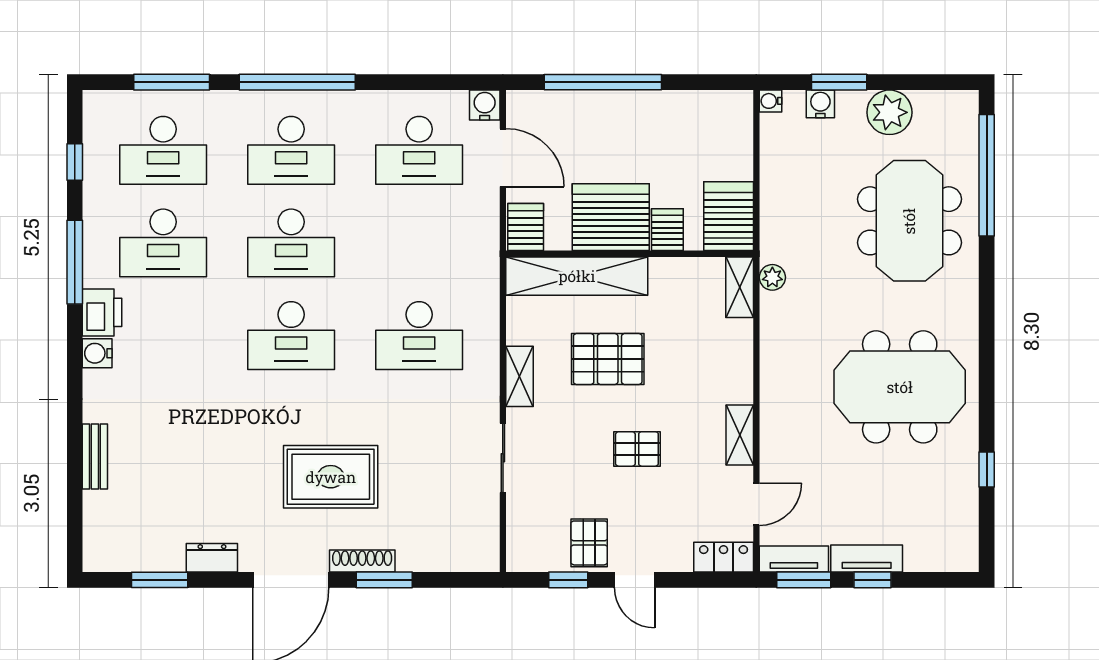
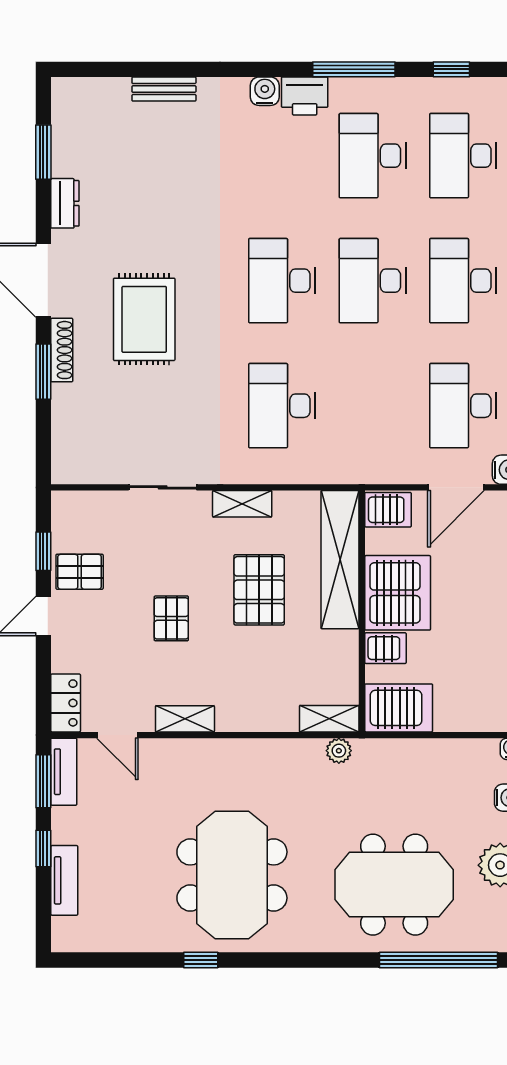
window: (987, 469) -> (201, 960), moved
tv unit: (867, 559) -> (64, 880), moved

